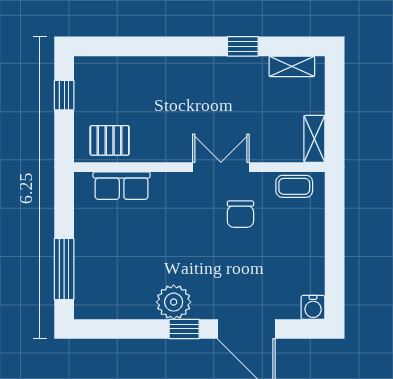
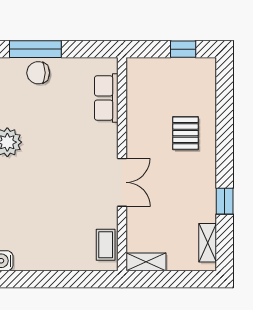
pallet: (110, 140) -> (186, 133), moved
chair: (240, 214) -> (38, 73), moved

